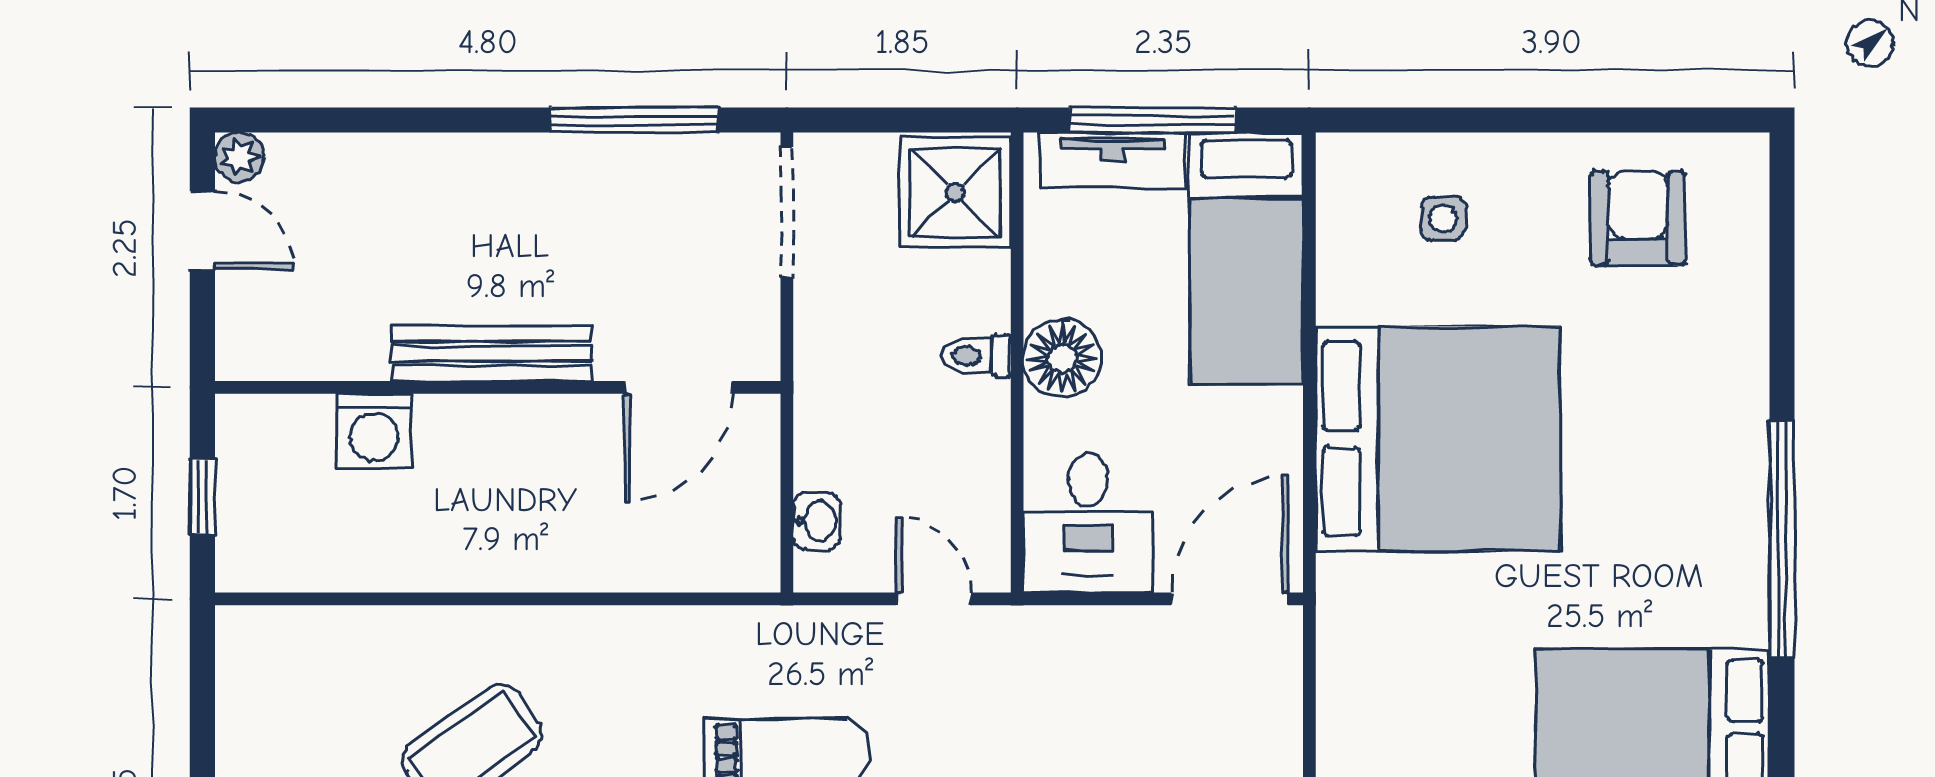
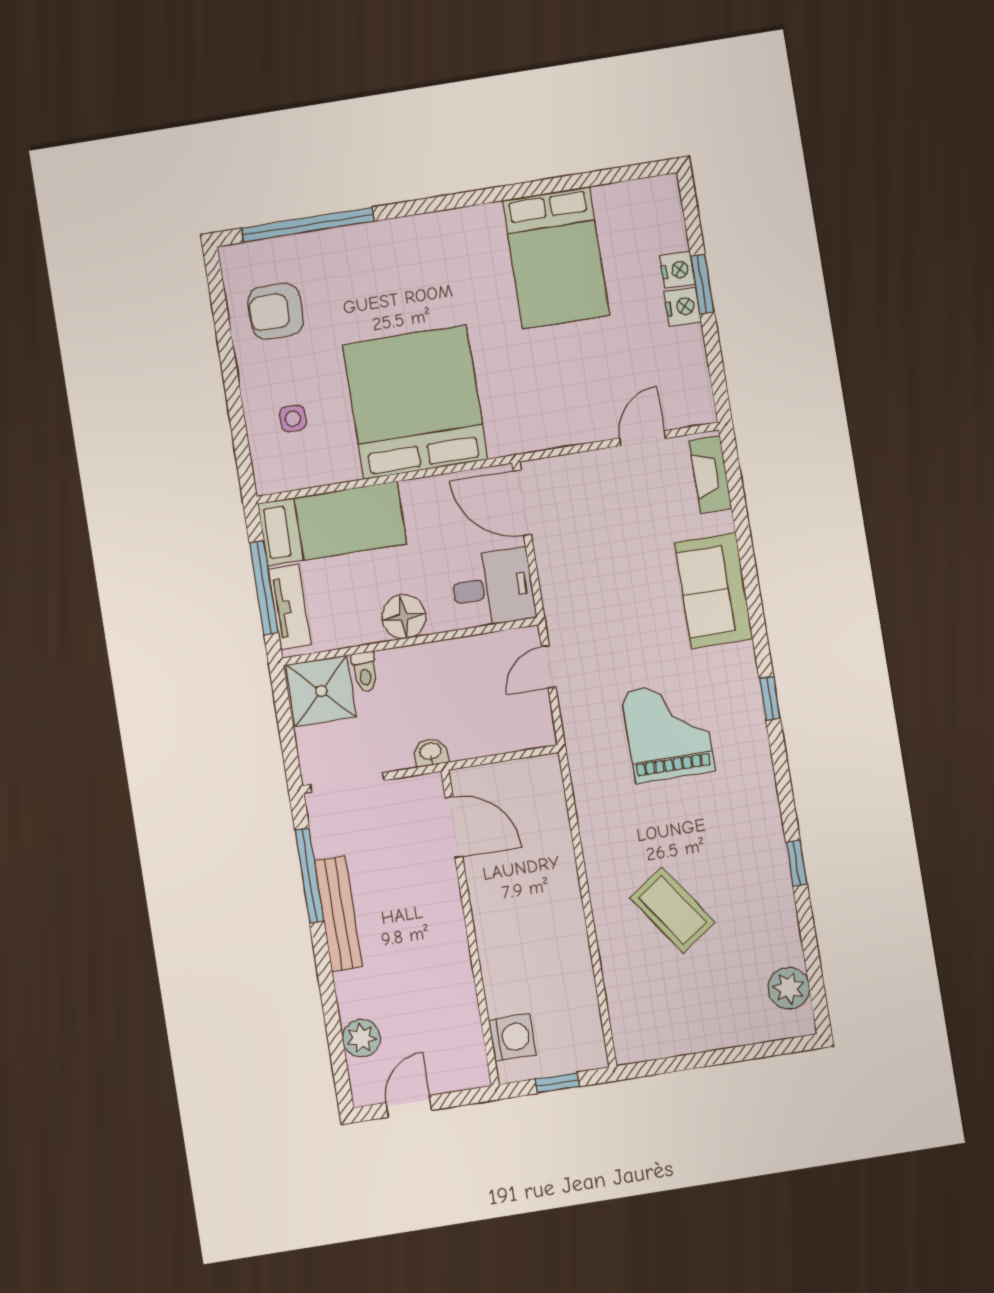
plant: (239, 157) -> (361, 1038), moved, width x1.38, depth x1.38
bench: (492, 353) -> (338, 914), moved
toilet: (976, 356) -> (365, 672), moved
washing machine: (374, 431) -> (512, 1037), moved
washbasin: (817, 521) -> (431, 752), moved
window: (1782, 539) -> (308, 225), moved

